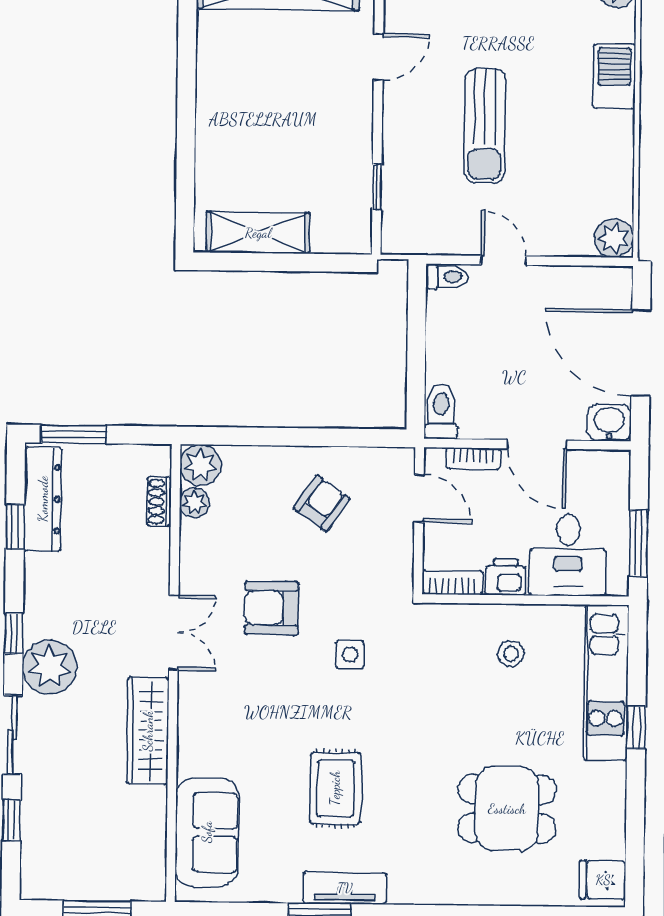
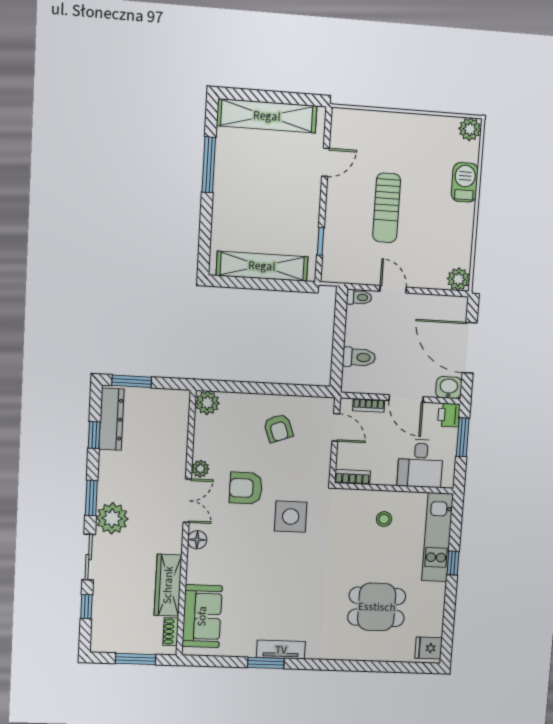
window: (187, 72) -> (209, 165), added
shelving: (258, 233) -> (262, 266), width x1.47
toilet: (441, 412) -> (359, 357), moved, turned 90
shoe rack: (159, 502) -> (171, 632), moved
plant: (194, 503) -> (200, 469), moved
armchair: (322, 503) -> (278, 428), turned 125
window: (638, 543) -> (463, 437), moved
printer: (505, 577) -> (449, 415), moved, turned -90
window: (14, 633) -> (91, 498), width x1.50
side table: (350, 655) -> (291, 517), width x1.87, depth x1.87
floor lamp: (193, 700) -> (197, 540), added
wardrobe: (148, 731) -> (168, 585), moved
rug: (335, 788) -> (278, 593), removed

